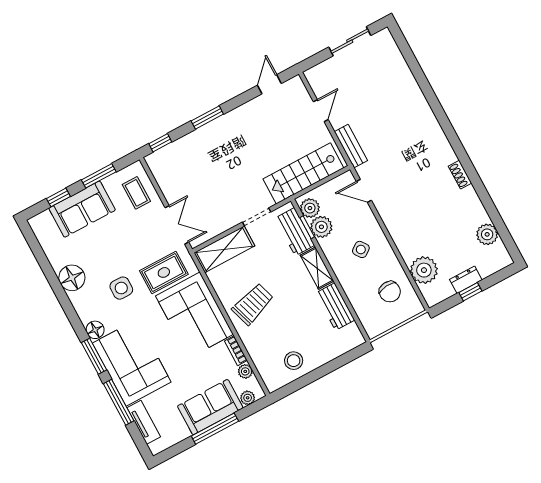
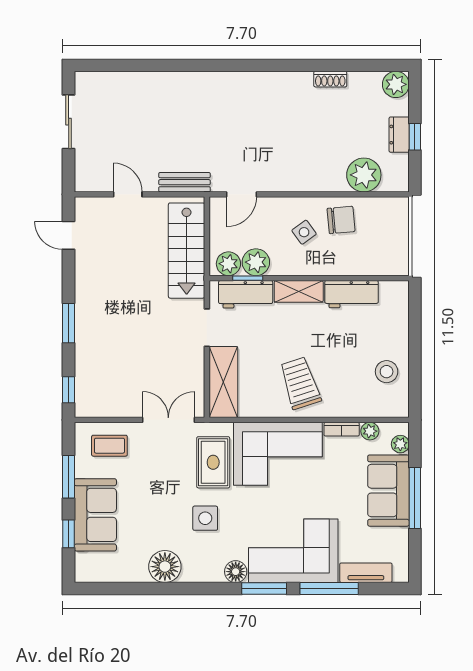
shoe rack: (460, 175) -> (330, 79), moved
plant: (487, 234) -> (396, 84), moved
chair: (390, 292) -> (341, 220), moved

